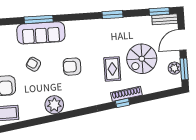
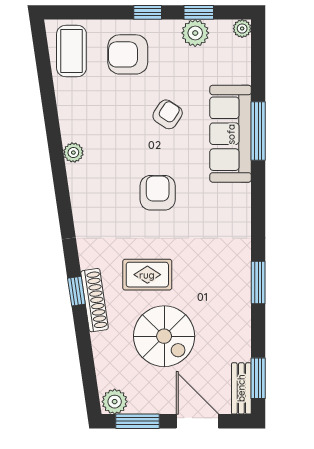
spiral stairs: (142, 59) -> (164, 336), turned 180
plant: (174, 68) -> (115, 402), moved
plant: (54, 105) -> (73, 153), width x0.53, depth x0.53

